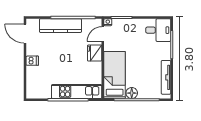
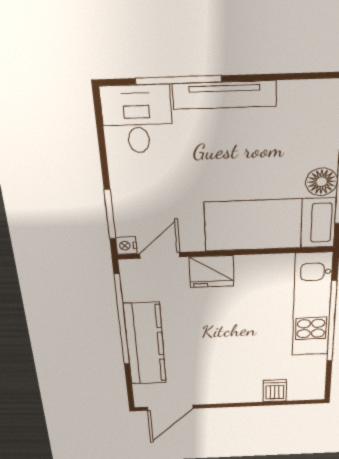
door: (103, 34) -> (160, 255), swing flipped
dishwasher: (32, 61) -> (275, 391), moved
tv unit: (166, 77) -> (225, 95), moved

